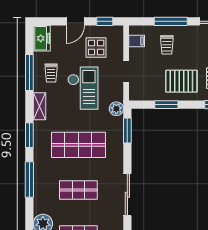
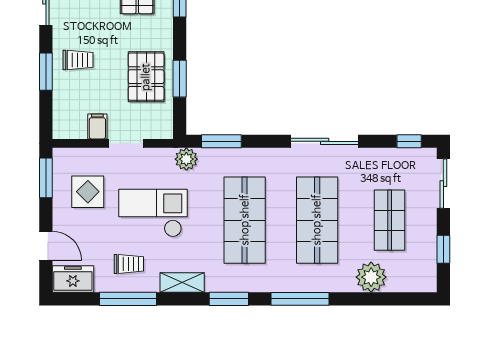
door: (75, 21) -> (46, 246), moved
window: (105, 21) -> (46, 178), width x1.50
window: (171, 21) -> (46, 72), width x0.69
filing cabinet: (137, 41) -> (97, 127), moved
trolley: (167, 45) -> (78, 60), moved
pallet: (181, 81) -> (146, 77), moved
shop shelf: (78, 190) -> (317, 220), width x1.43, depth x1.36

